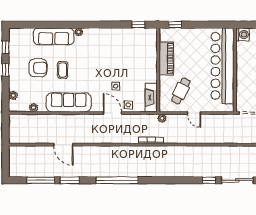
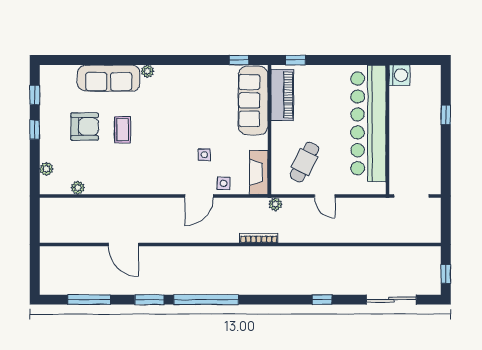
piano: (166, 59) -> (282, 95), moved
sofa: (69, 102) -> (253, 100), moved, turned -90
door: (112, 113) -> (199, 196), swing flipped
window: (70, 180) -> (149, 300), moved
window: (209, 180) -> (322, 300), moved

